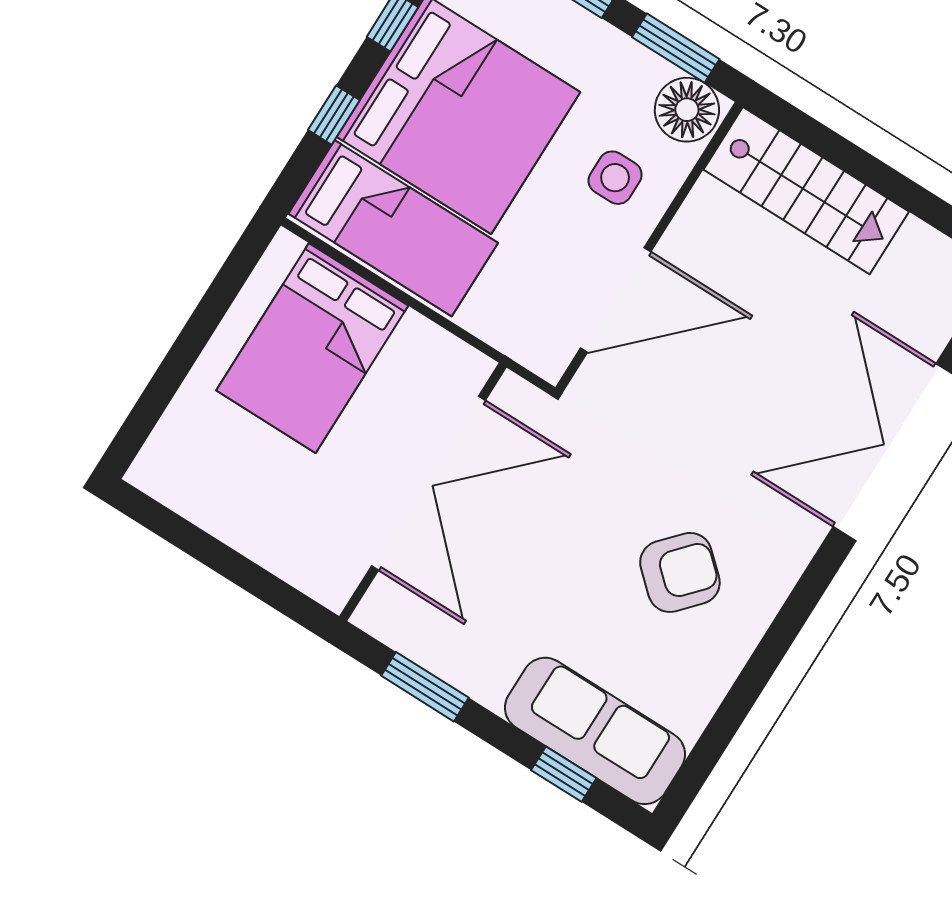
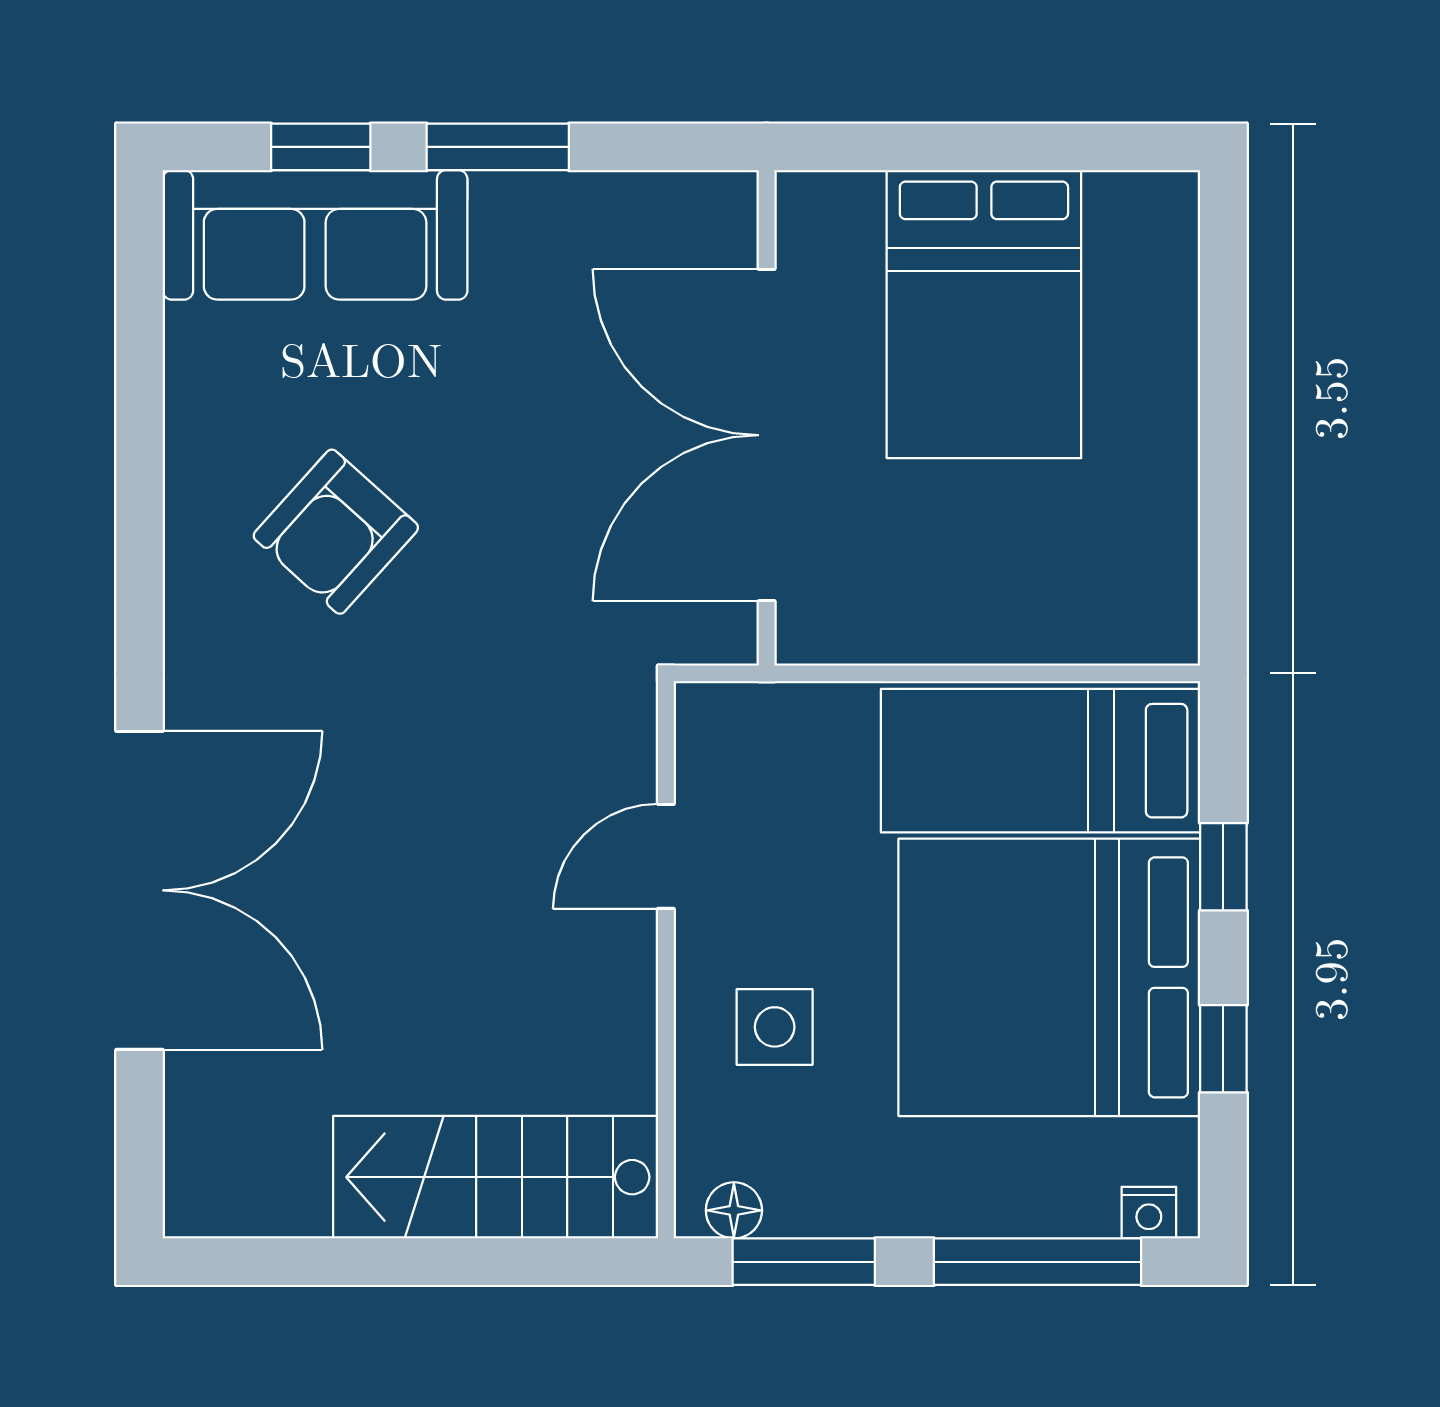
floor lamp: (687, 110) -> (734, 1210), width x0.53, depth x0.53
door: (616, 300) -> (666, 856), width x0.53
bed: (312, 348) -> (984, 314), moved, turned 180
window: (425, 687) -> (498, 147), moved

